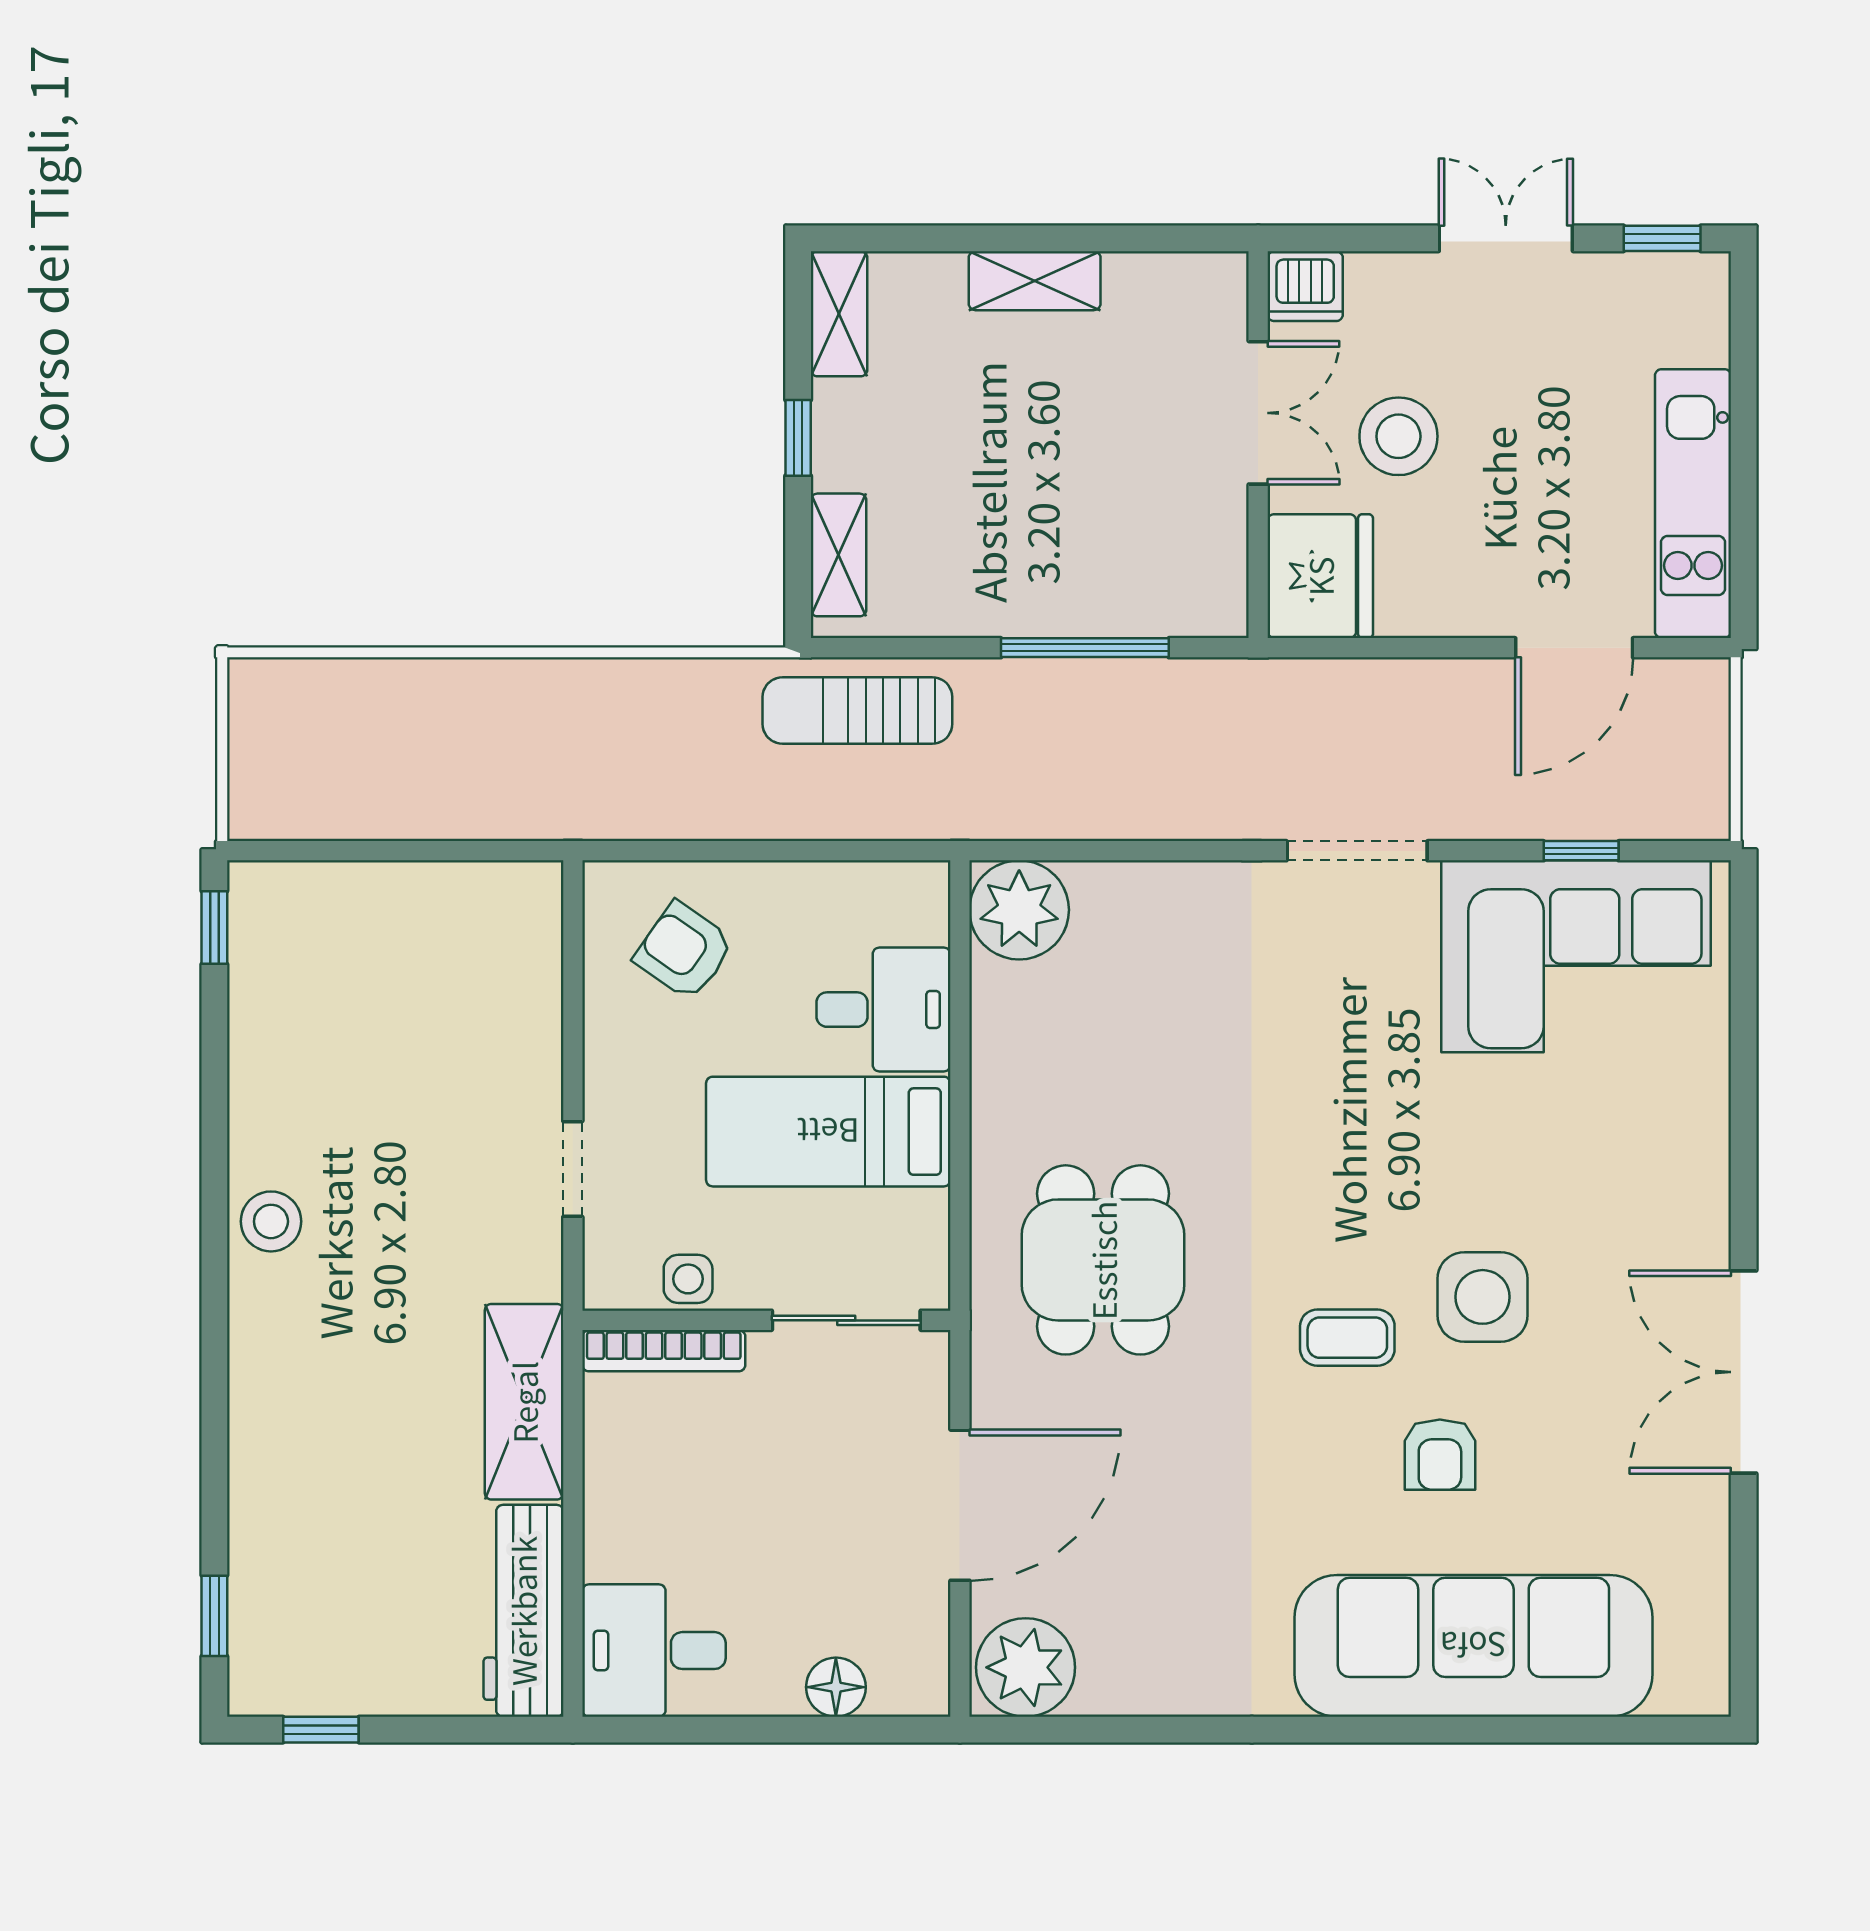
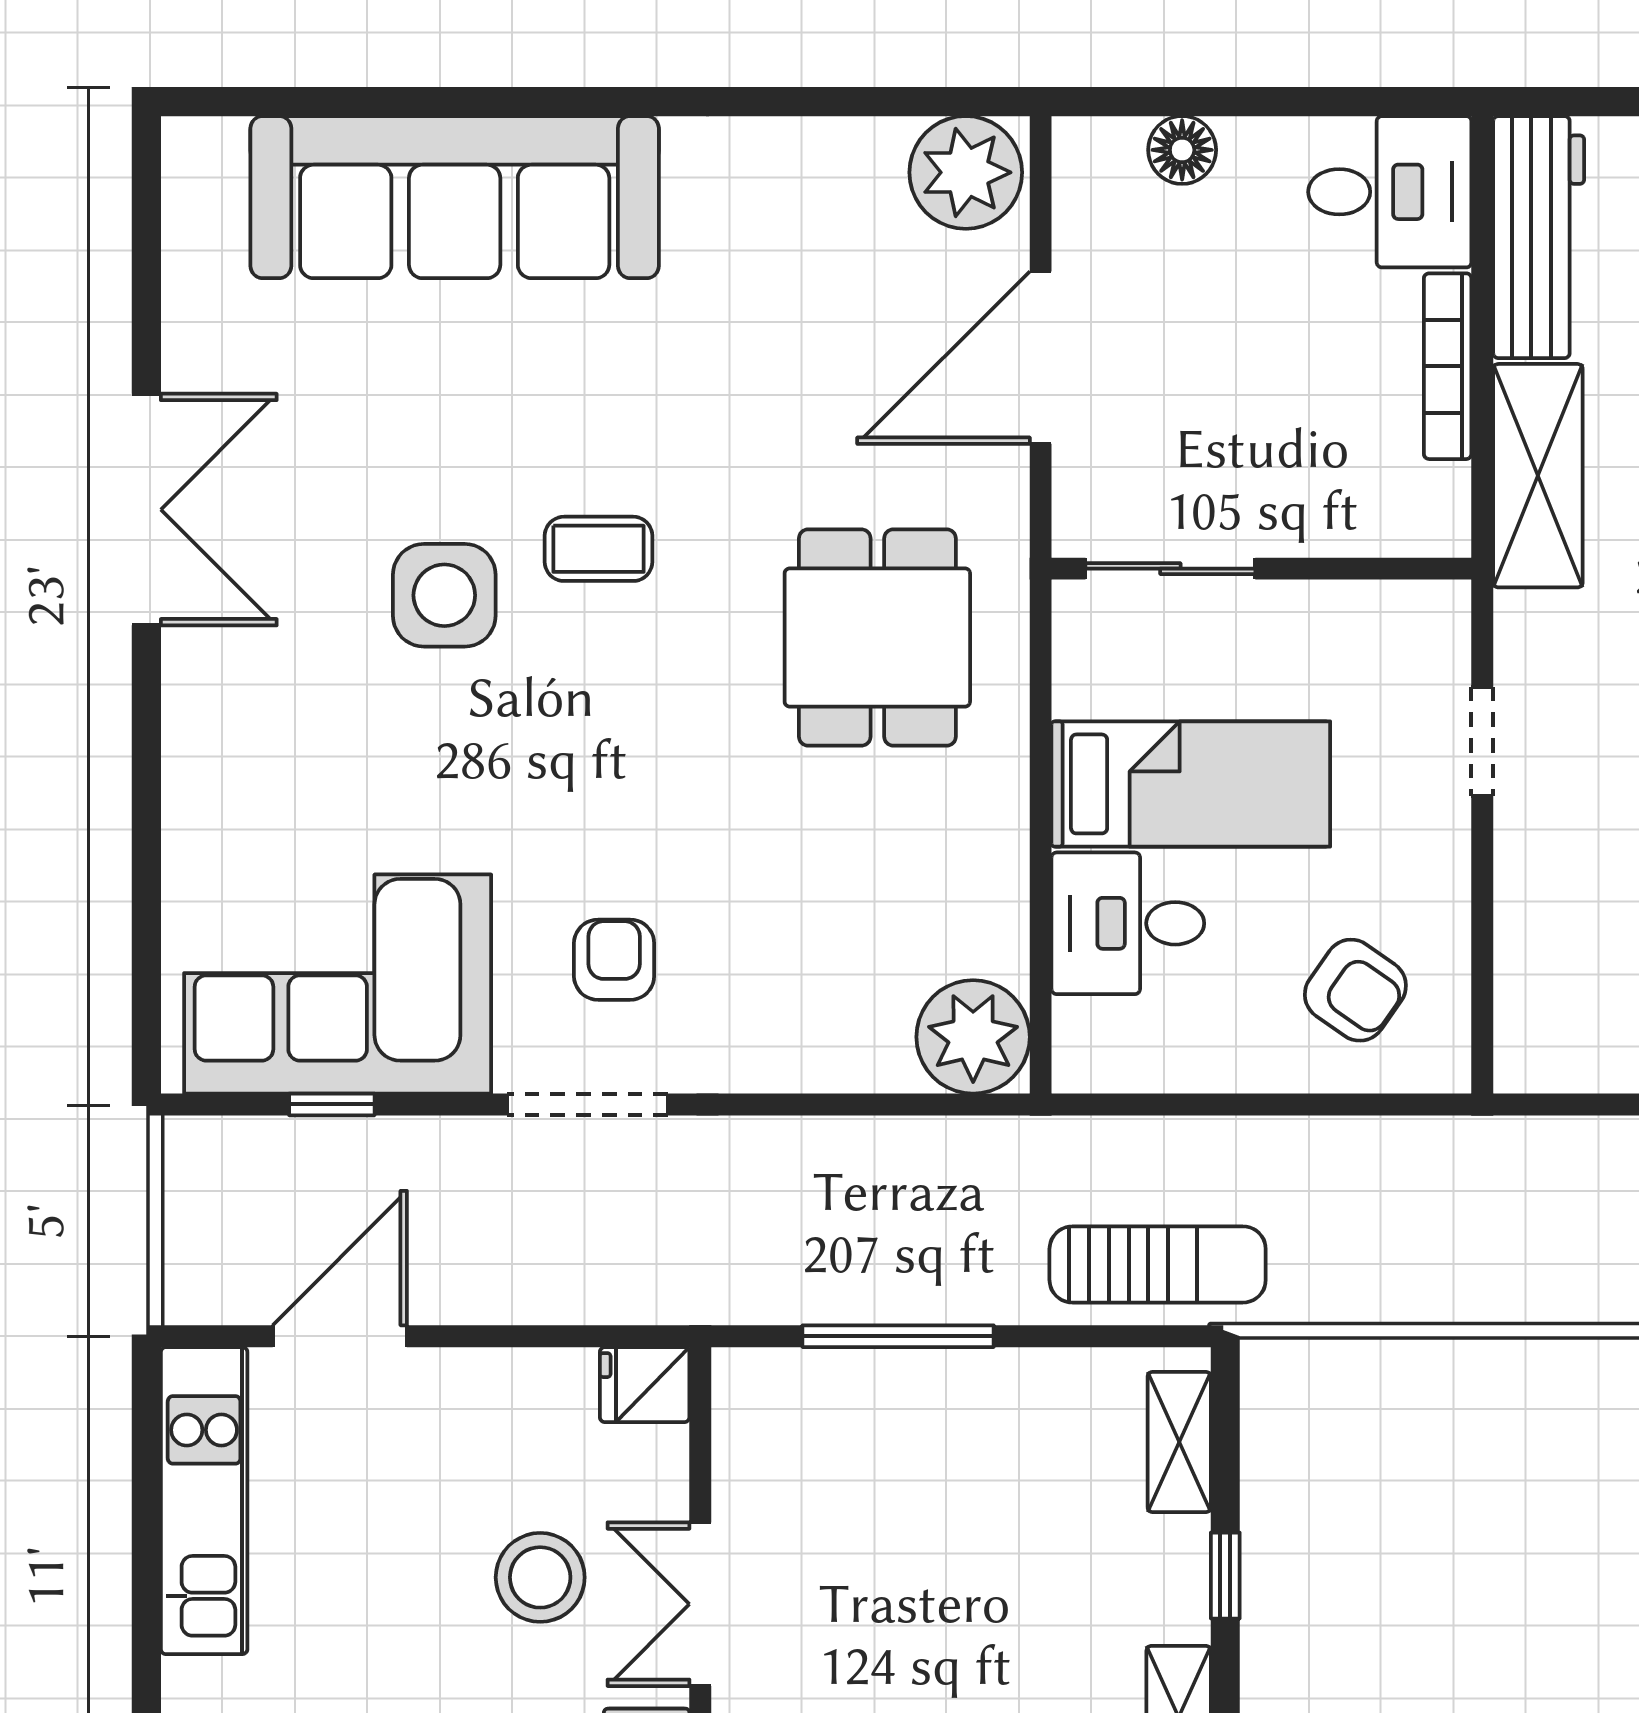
fridge: (1320, 576) -> (645, 1385), width x0.53, depth x0.75
side table: (688, 1279) -> (1351, 616), removed
bookcase: (664, 1351) -> (1448, 366), moved, turned -90
armchair: (1440, 1455) -> (614, 960), moved

